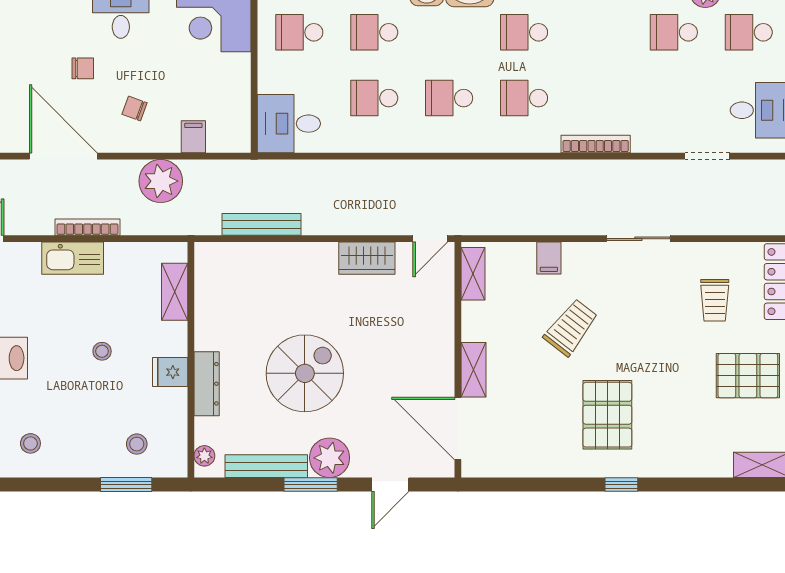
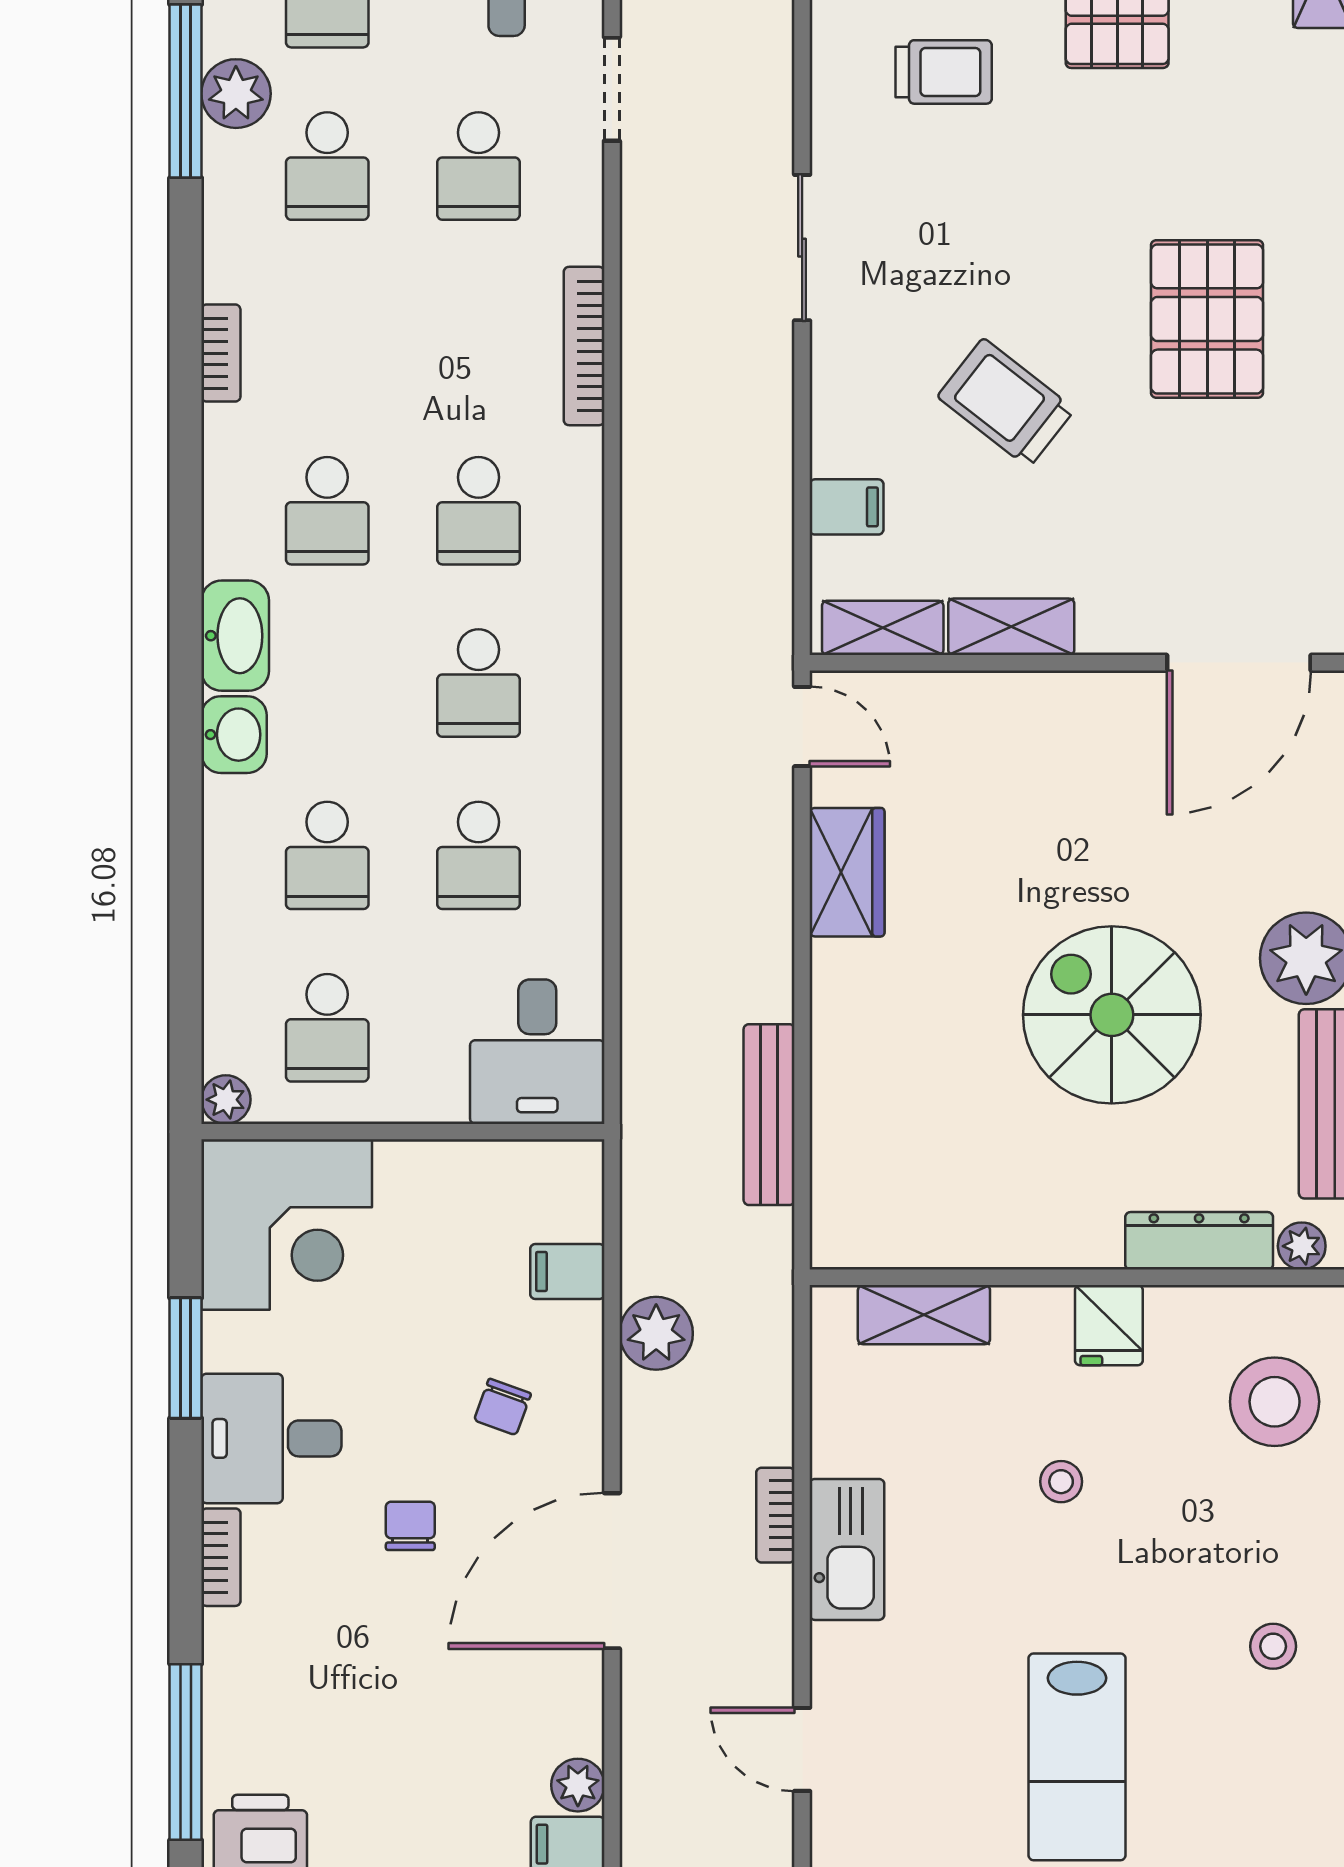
school desk: (674, 98) -> (479, 166), added
plant: (161, 181) -> (656, 1333), width x0.73, depth x0.73
bookcase: (87, 227) -> (775, 1515), width x0.64
filing cabinet: (549, 258) -> (847, 507), moved
shelving: (474, 370) -> (1011, 627), moved
dresser: (207, 384) -> (1199, 1241), moved
pallet: (607, 415) -> (1207, 319), turned 90
stool: (137, 444) -> (1275, 1402), width x1.89, depth x1.89

